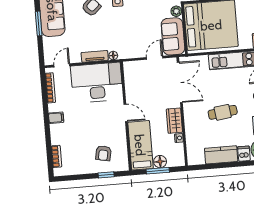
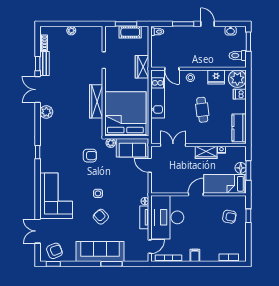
door: (62, 65) -> (150, 247), swing flipped
double door: (180, 82) -> (173, 145), width x0.73
kitchen counter: (221, 155) -> (239, 128), moved

